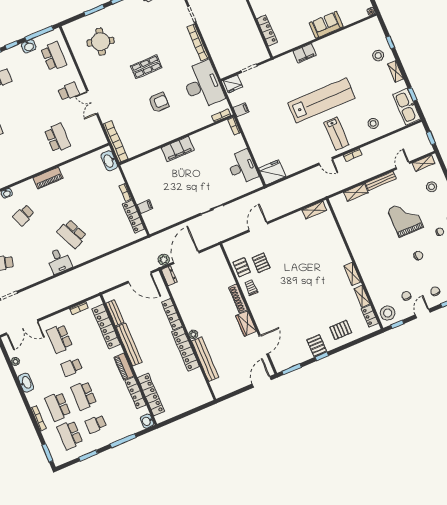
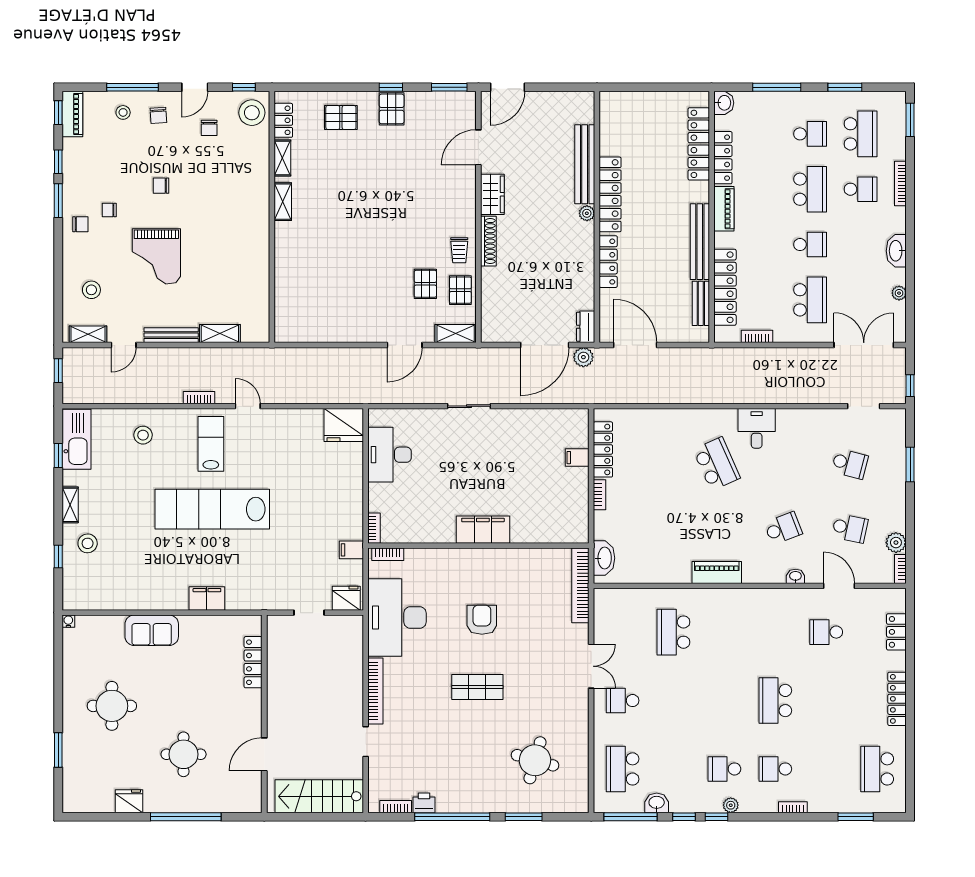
armchair: (159, 102) -> (482, 620), turned 90
shelving: (314, 210) -> (456, 333), moved
school desk: (58, 407) -> (861, 189), width x0.54

